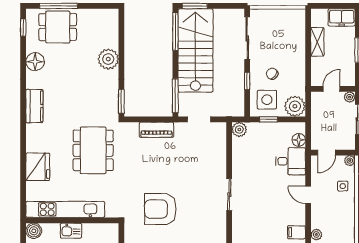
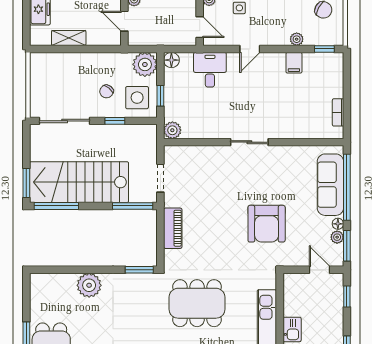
floor lamp: (299, 140) -> (171, 60), moved

